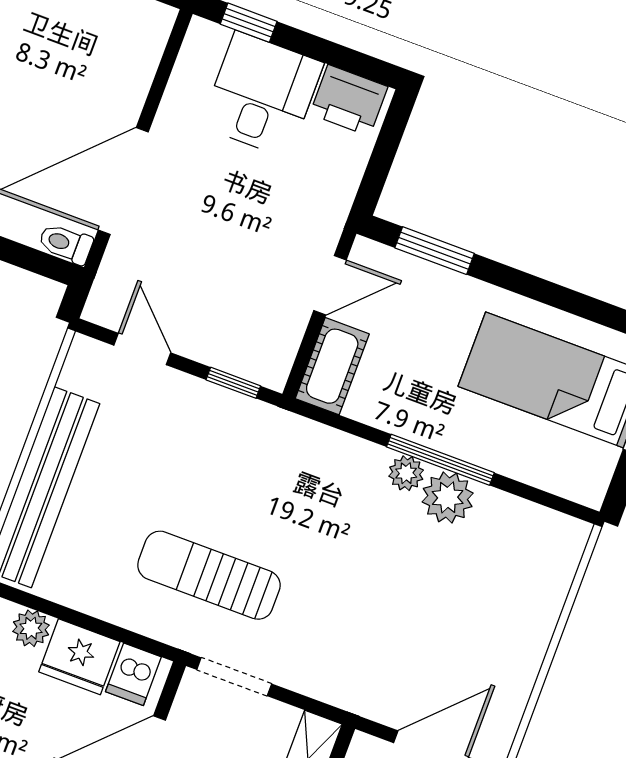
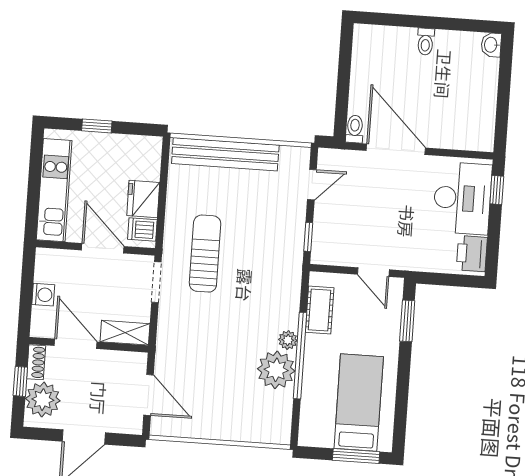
desk: (262, 95) -> (462, 198), width x1.37
cot: (332, 366) -> (320, 310), moved, turned 90
window: (440, 460) -> (300, 356), width x1.46
plant: (448, 497) -> (276, 370), width x1.36, depth x1.36
plant: (31, 628) -> (151, 170), removed

